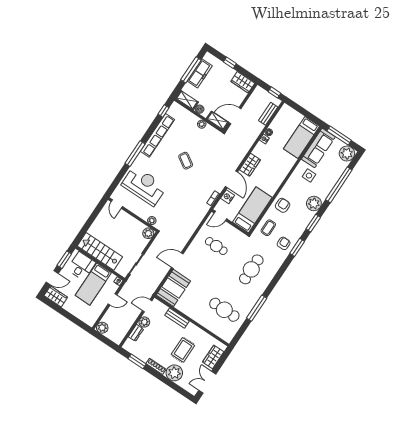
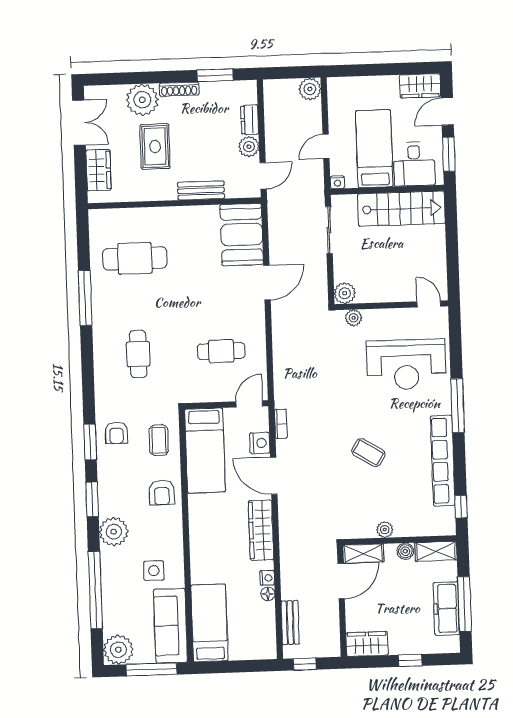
wardrobe: (250, 165) -> (261, 530), width x1.50
cafe table: (251, 269) -> (138, 354), width x0.73, depth x0.74

